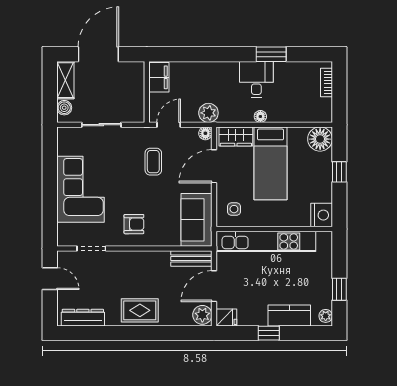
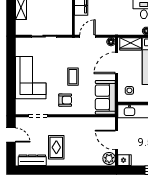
boiler: (64, 108) -> (20, 25), removed
plant: (208, 113) -> (113, 29), removed
coffee table: (153, 162) -> (73, 77), moved
bench: (191, 258) -> (102, 122), removed
door: (214, 286) -> (117, 140), hinge flipped
rug: (140, 310) -> (56, 147), moved, turned 90

